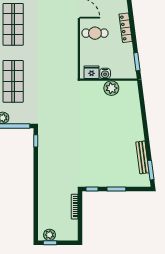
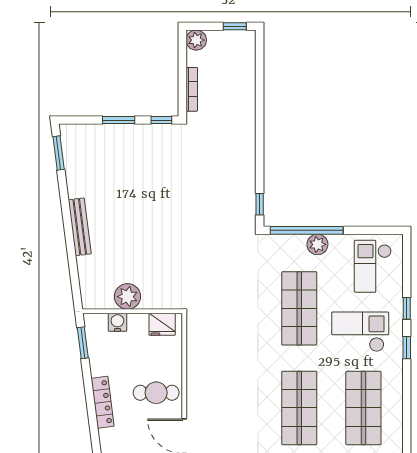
water cooler: (105, 73) -> (117, 322), moved
bench: (142, 157) -> (80, 227), moved
plant: (50, 235) -> (196, 40), moved

